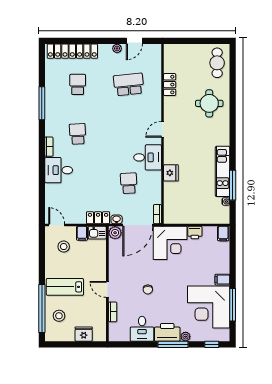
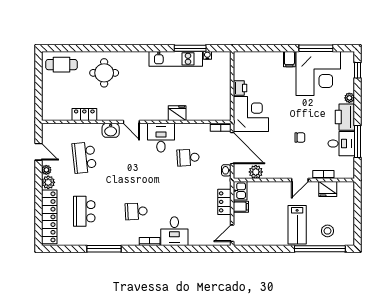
plant: (105, 50) -> (48, 182), added
school desk: (78, 84) -> (84, 211), width x1.85
washbasin: (155, 110) -> (111, 130), added
locker: (98, 218) -> (224, 202), moved
plant: (115, 233) -> (256, 172), moved
filing cabinet: (223, 234) -> (241, 58), removed
stool: (64, 247) -> (255, 226), removed
fridge: (84, 334) -> (328, 189), moved, turned -90
window: (173, 344) -> (358, 142), moved

